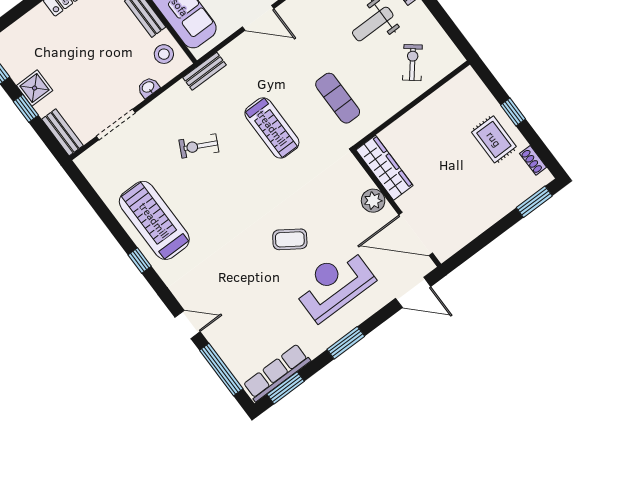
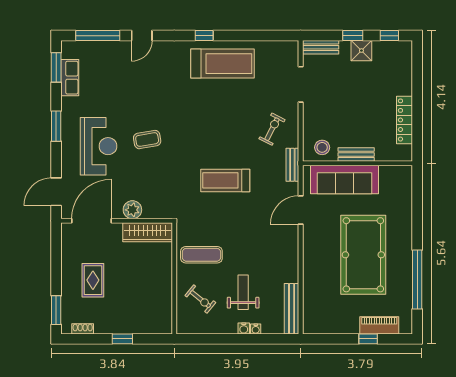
door: (258, 18) -> (301, 210), moved
washbasin: (148, 87) -> (309, 122), removed
exercise mat: (338, 98) -> (201, 255), moved
rug: (494, 139) -> (93, 280), moved, turned 90
exercise bike: (199, 146) -> (272, 129), moved
coffee table: (290, 239) -> (147, 140), turned 46
row of seats: (277, 373) -> (70, 78), width x0.68

